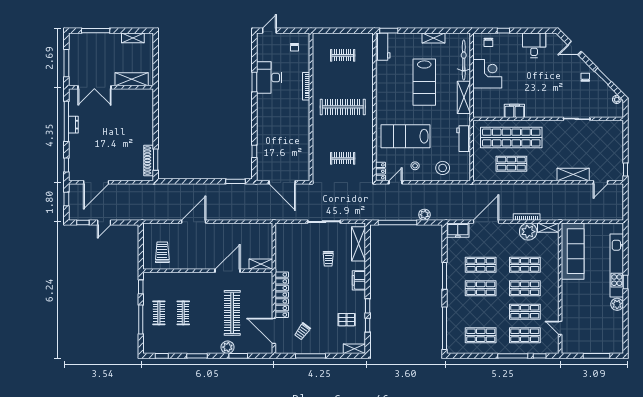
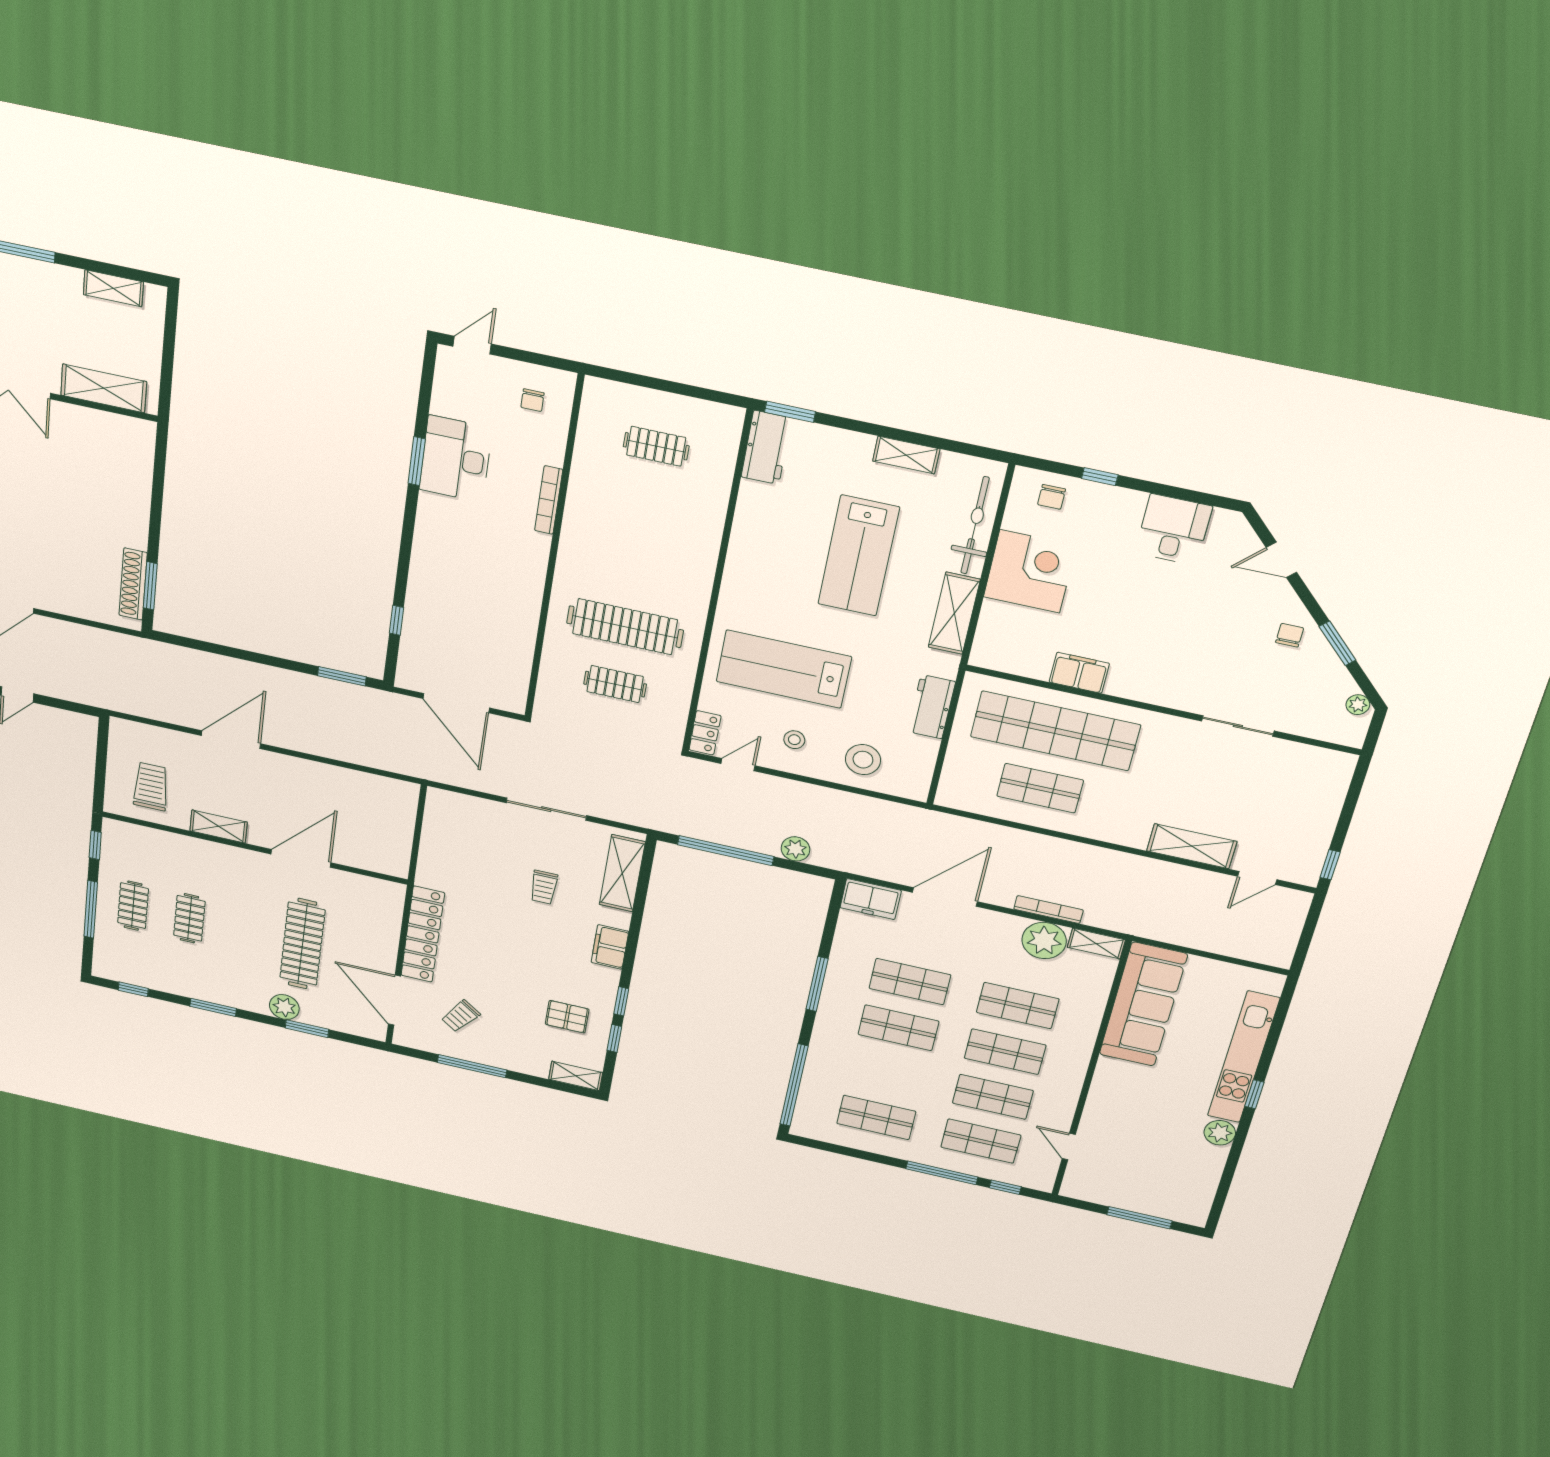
clothes rail: (343, 107) -> (625, 627), moved
shelving: (261, 264) -> (219, 826), moved

